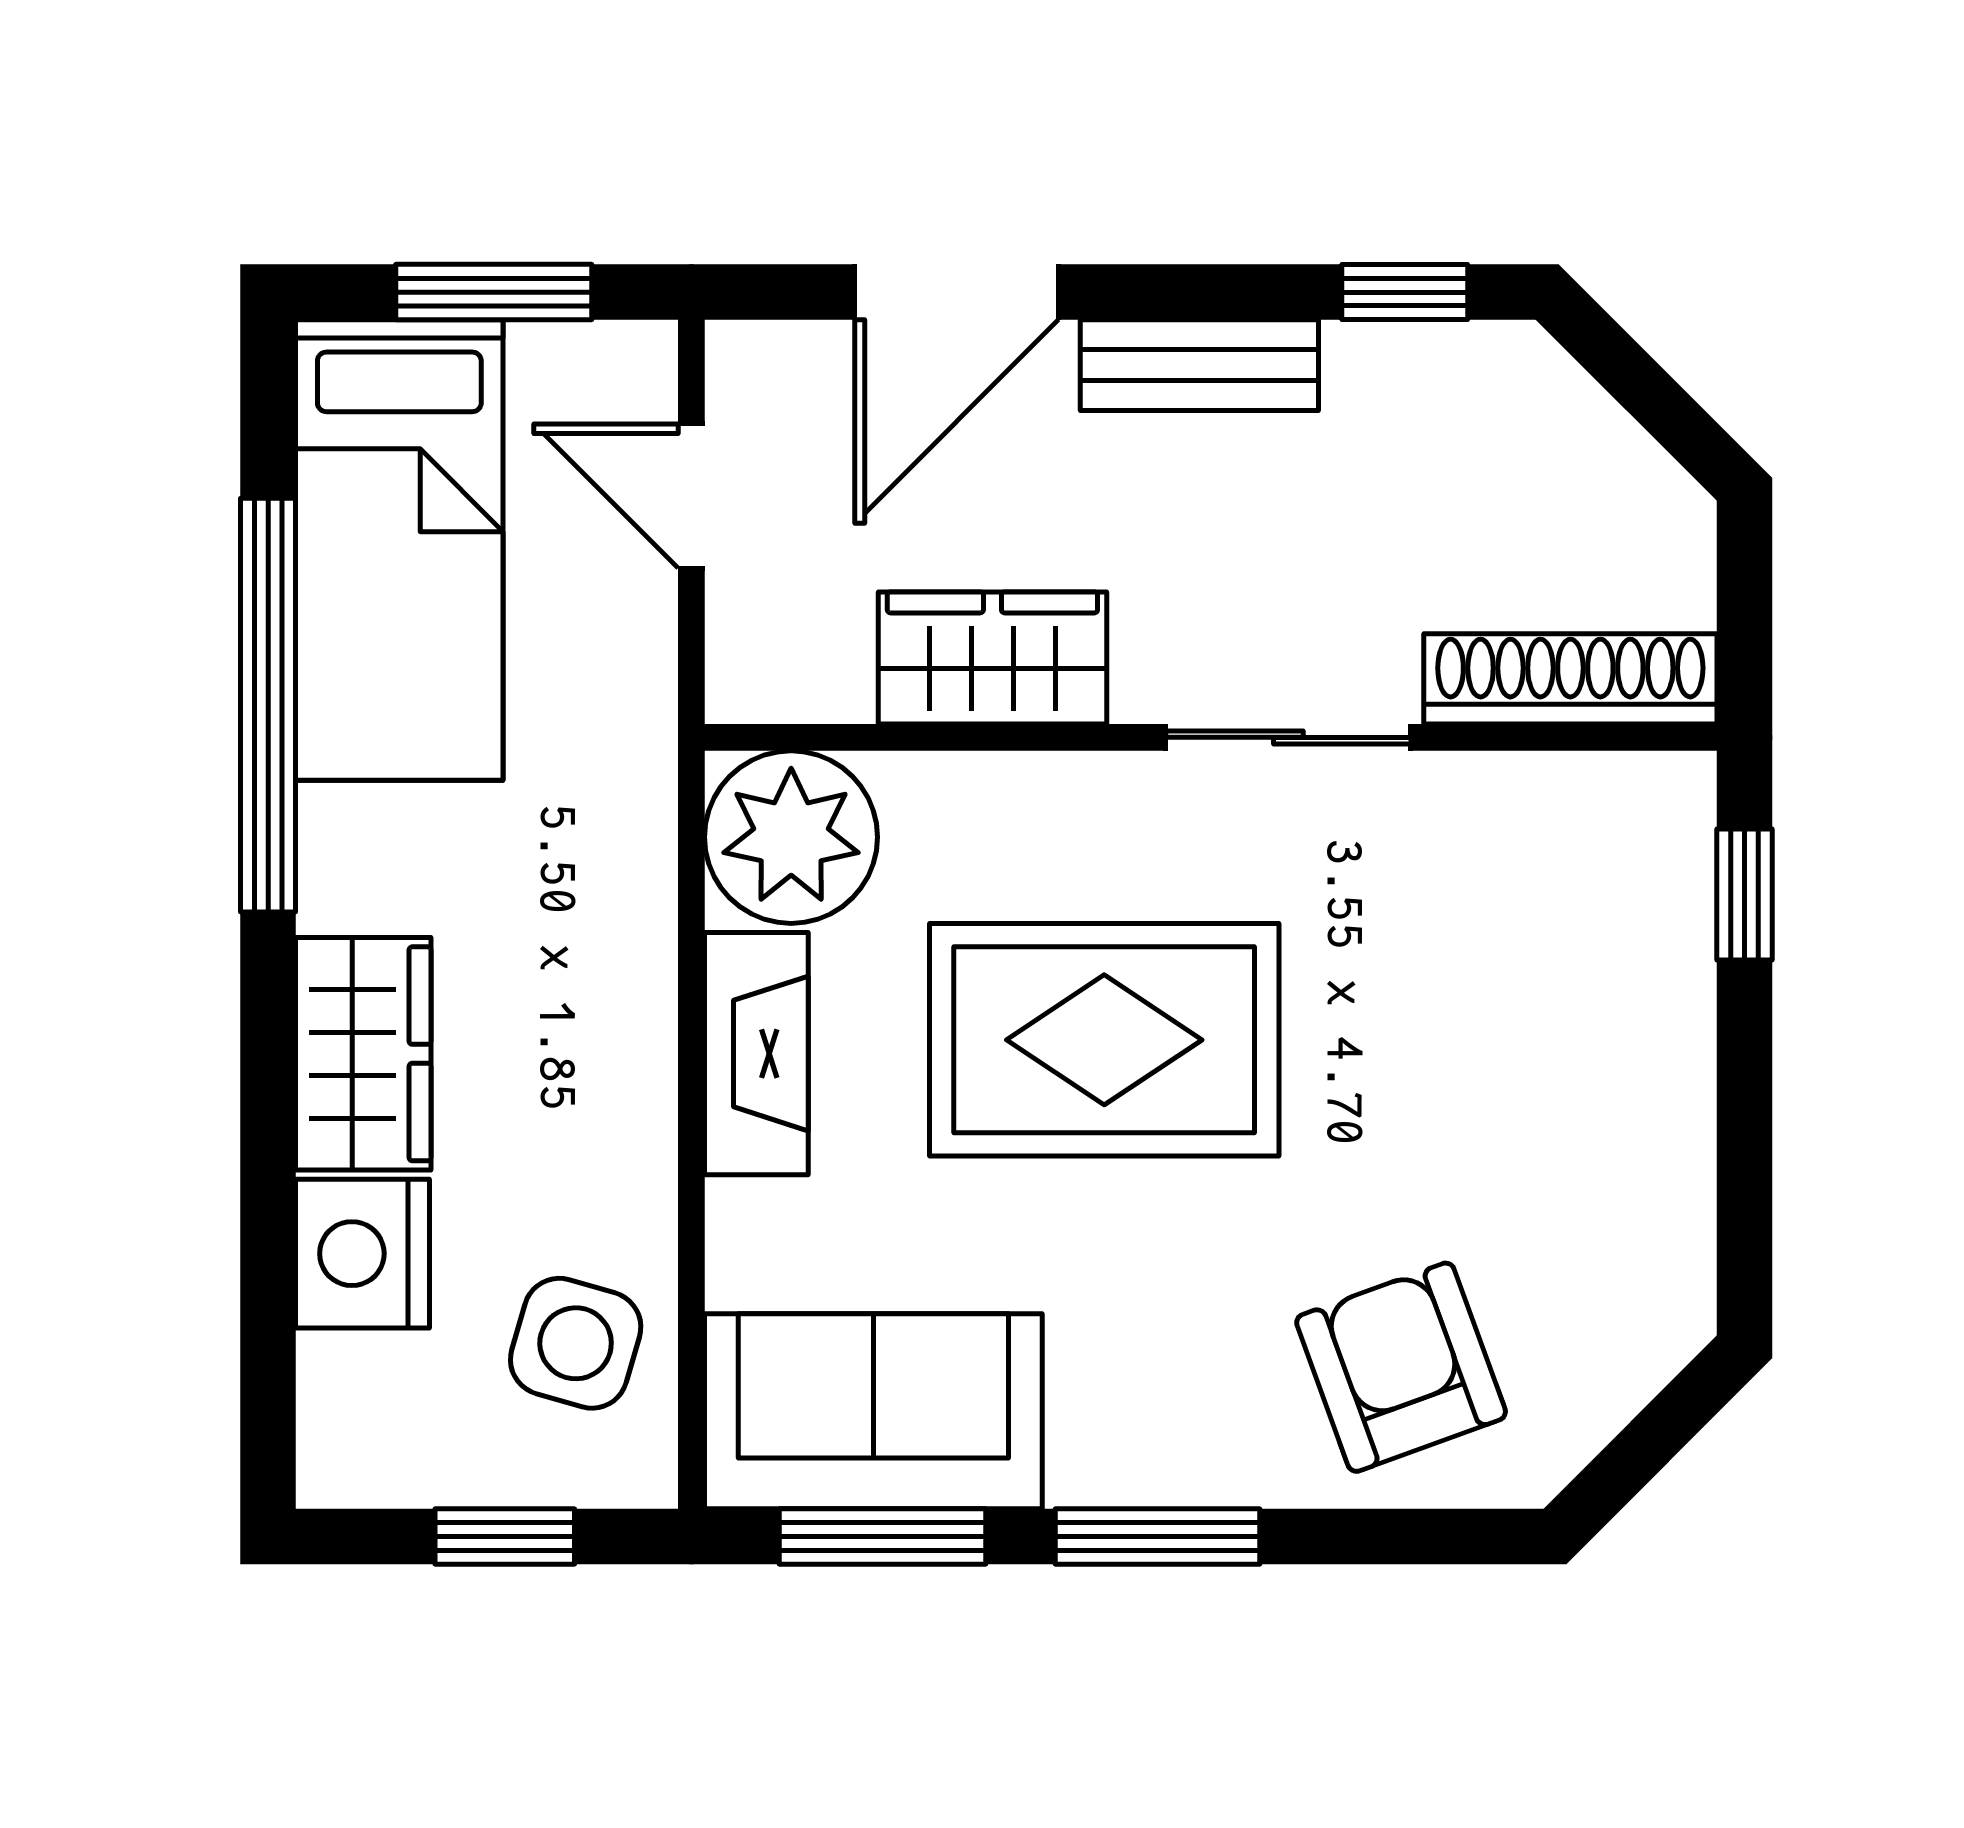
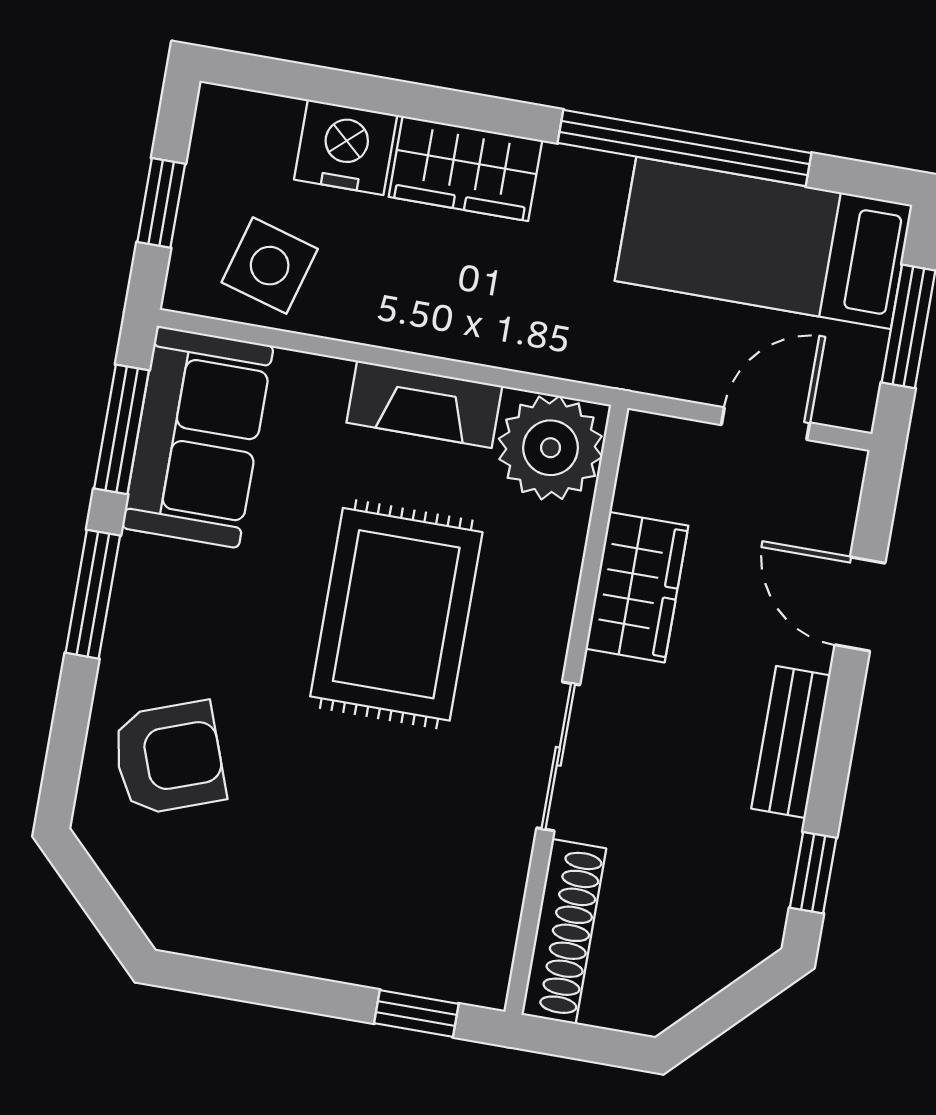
door: (957, 292) -> (860, 604), width x0.73

